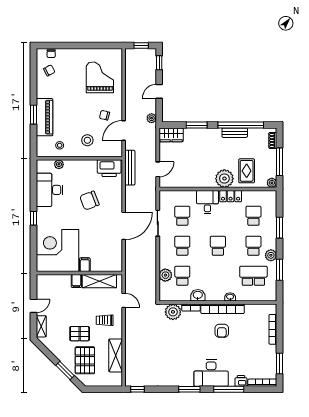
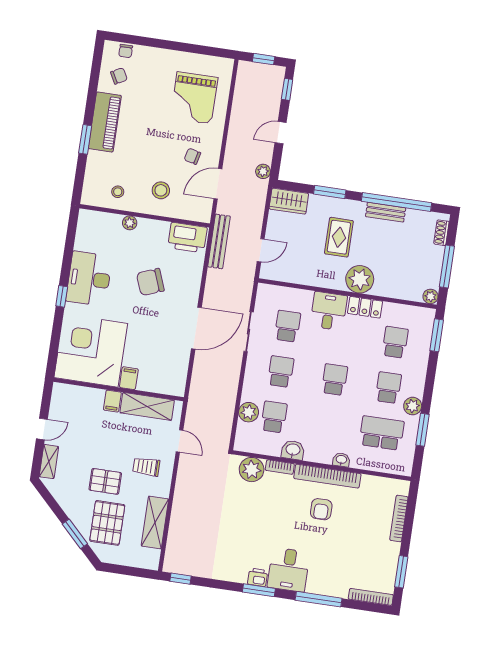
grand piano: (100, 77) -> (194, 98), turned 180
piano: (45, 117) -> (105, 122), moved
plant: (59, 164) -> (130, 223), moved
rug: (247, 171) -> (339, 237), moved
desk: (50, 190) -> (89, 279), moved
window: (280, 228) -> (437, 335), moved
desk: (211, 373) -> (289, 570), width x0.73
printer: (241, 381) -> (258, 577), moved

